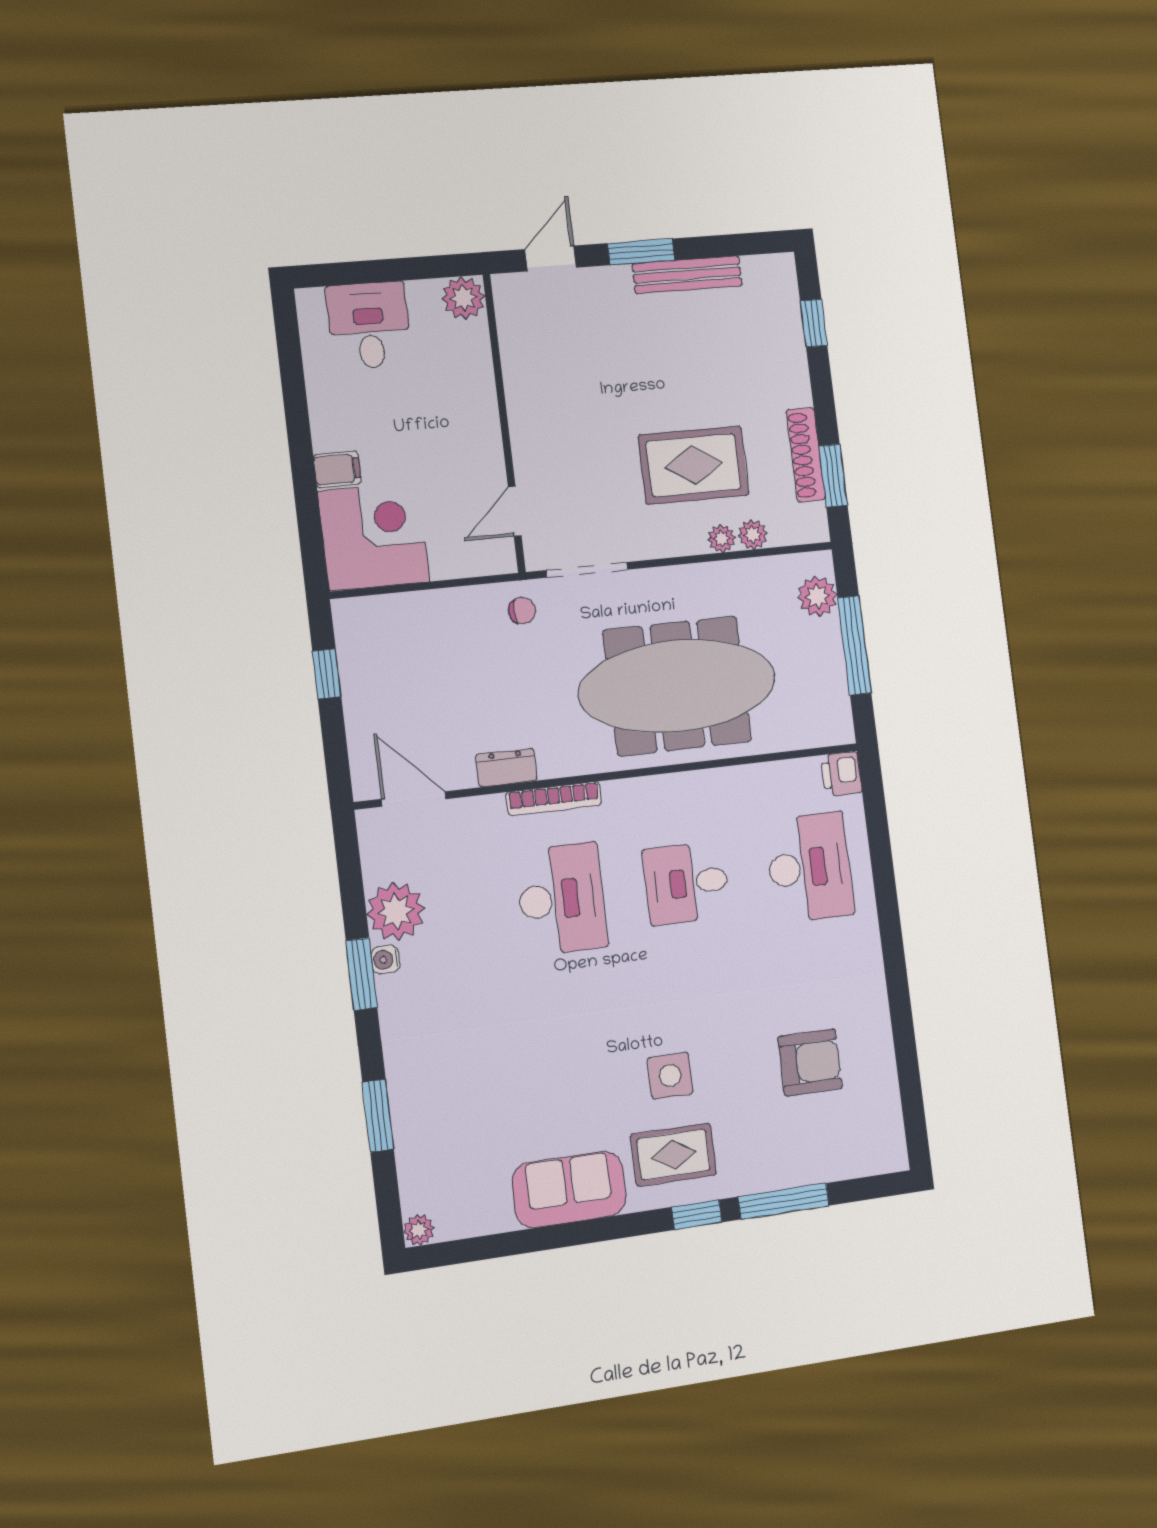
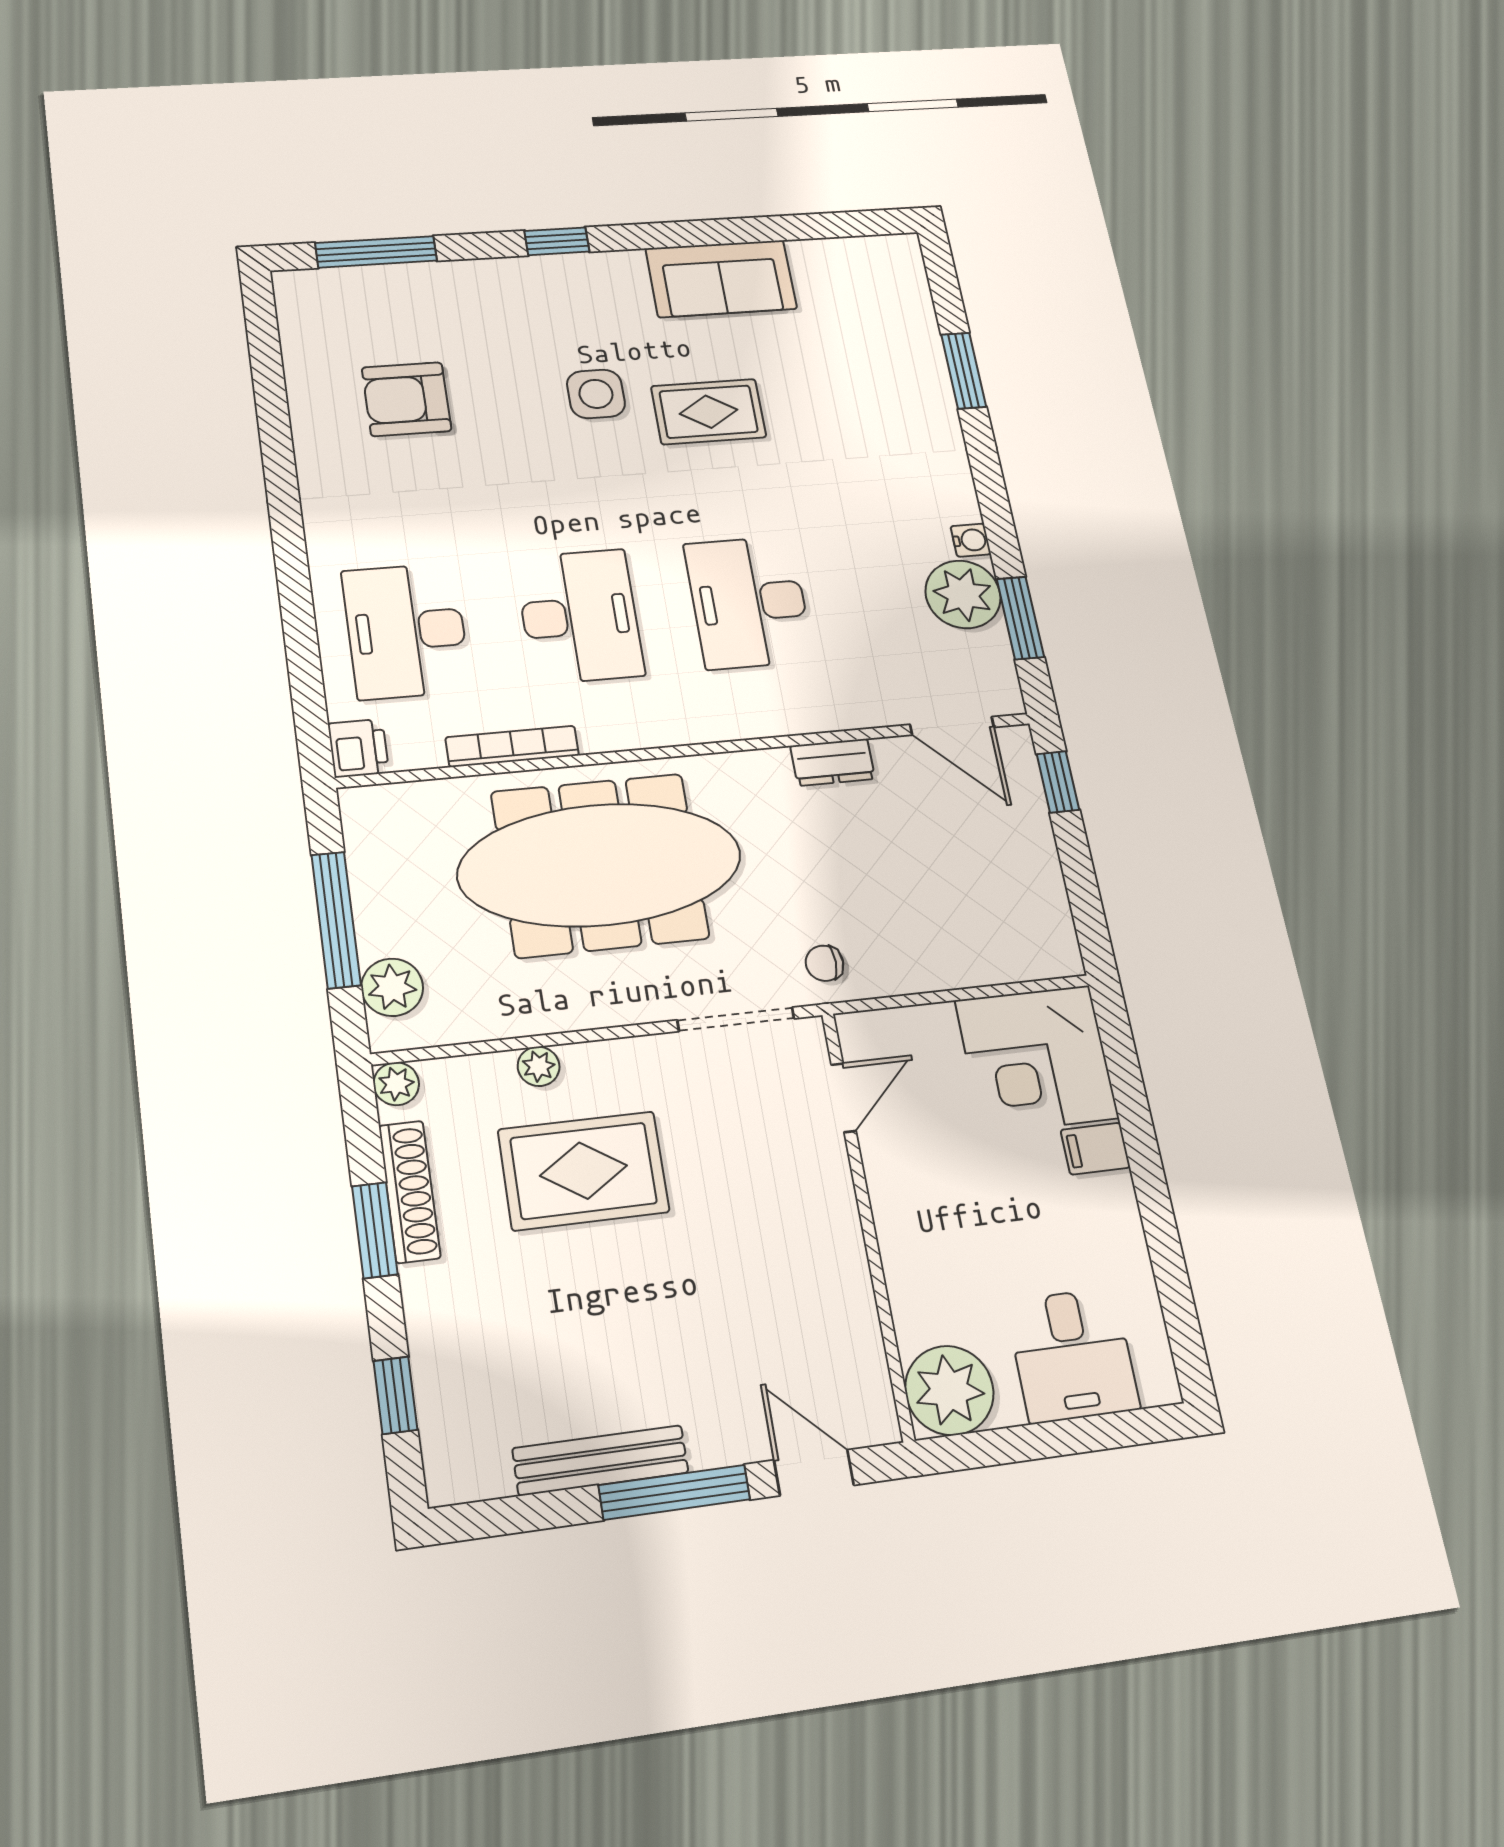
window: (641, 252) -> (674, 1492), width x1.44
door: (551, 258) -> (814, 1473), swing flipped
plant: (463, 298) -> (949, 1390), width x1.36, depth x1.36
window: (833, 476) -> (375, 1230), moved
plant: (753, 535) -> (396, 1084), moved
window: (327, 674) -> (1058, 782), moved
bookcase: (554, 799) -> (512, 746), moved
desk: (687, 883) -> (579, 616), width x1.37
window: (362, 974) -> (1020, 618), moved
rug: (673, 1155) -> (709, 412), moved
window: (784, 1201) -> (376, 252), moved
plant: (419, 1230) -> (903, 249), removed

